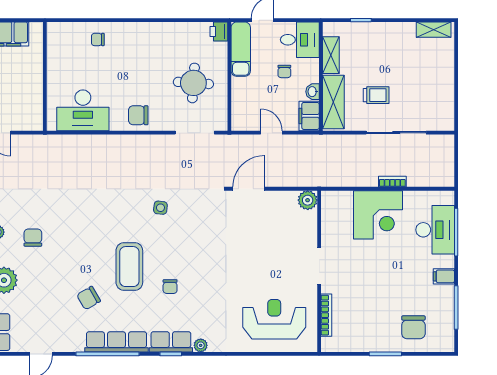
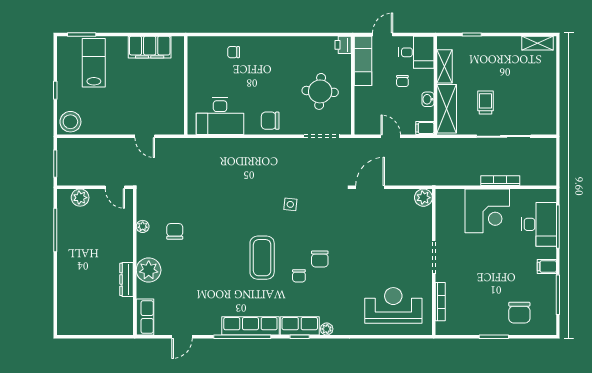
trolley: (376, 95) -> (485, 102), turned -90
filing cabinet: (309, 116) -> (425, 128), width x0.50
bookcase: (392, 182) -> (500, 181), width x1.56
chair: (89, 298) -> (320, 259), moved, turned -60

